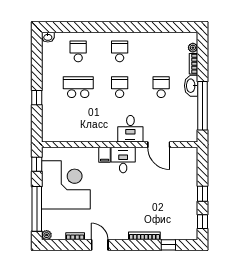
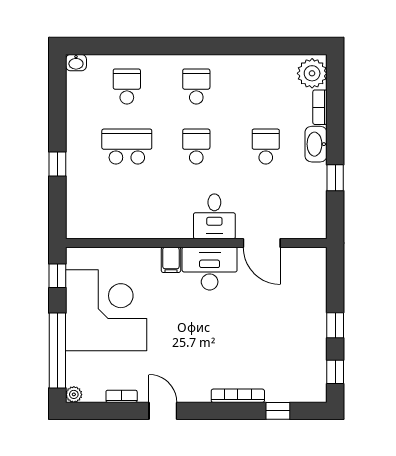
plant: (193, 48) -> (312, 73), width x1.88, depth x1.88
window: (203, 106) -> (335, 178), width x0.32
desk: (123, 160) -> (210, 269), width x1.37

